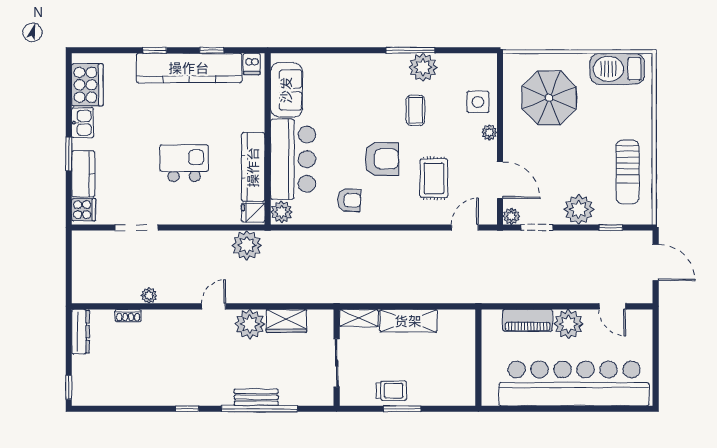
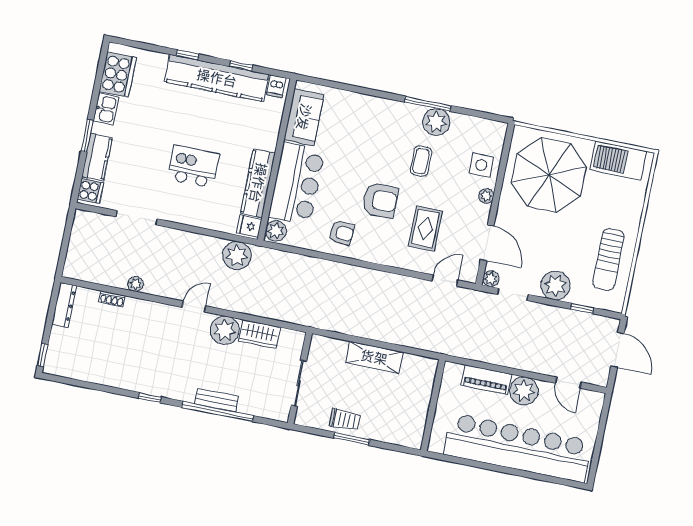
parasol: (549, 98) -> (549, 175), width x1.36, depth x1.36
shelving: (359, 318) -> (328, 345), removed

